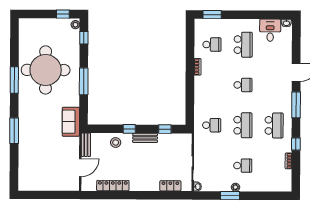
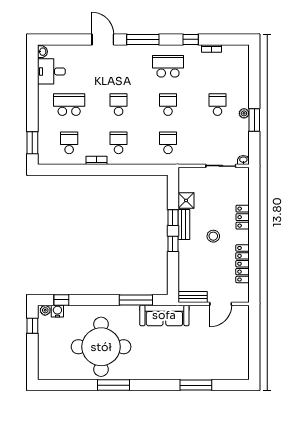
water cooler: (75, 35) -> (57, 311), added
window: (84, 81) -> (136, 300), moved
school desk: (212, 85) -> (119, 143), added
sofa: (71, 122) -> (164, 315), width x1.36
school desk: (243, 125) -> (168, 105), width x0.54
window: (165, 129) -> (173, 218), moved
window: (14, 131) -> (196, 385), moved
shower: (165, 140) -> (186, 200), added
stool: (116, 143) -> (213, 236), moved
door: (80, 168) -> (221, 304), swing flipped
locker: (170, 186) -> (243, 217), moved

